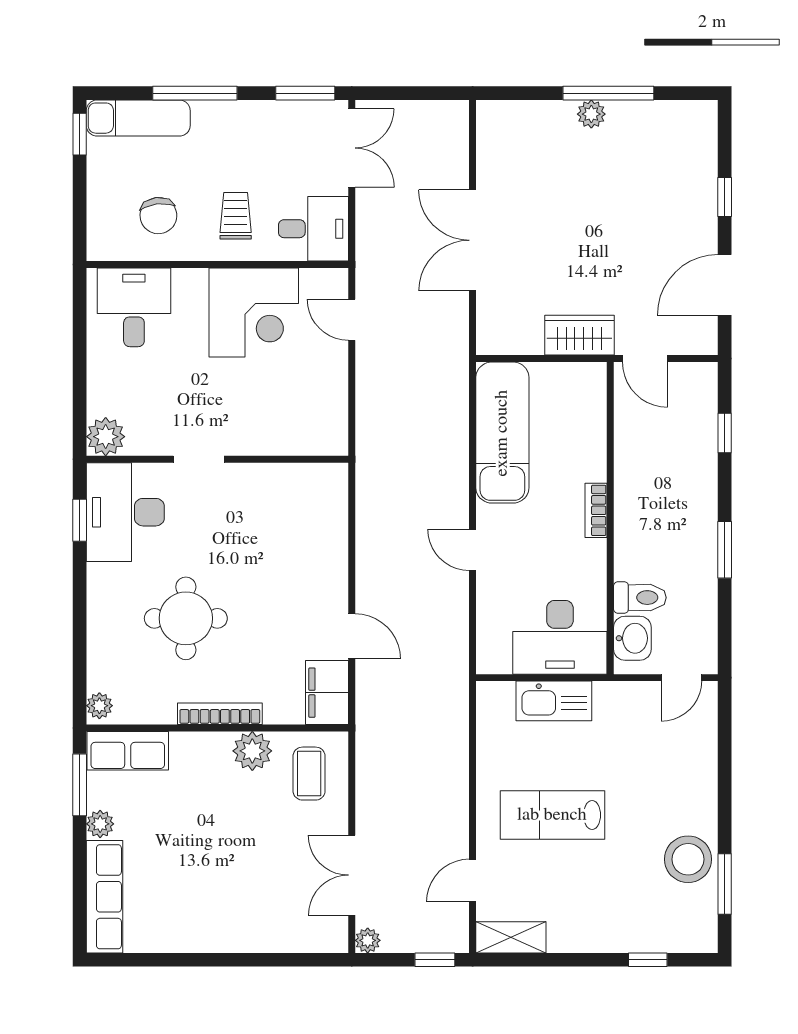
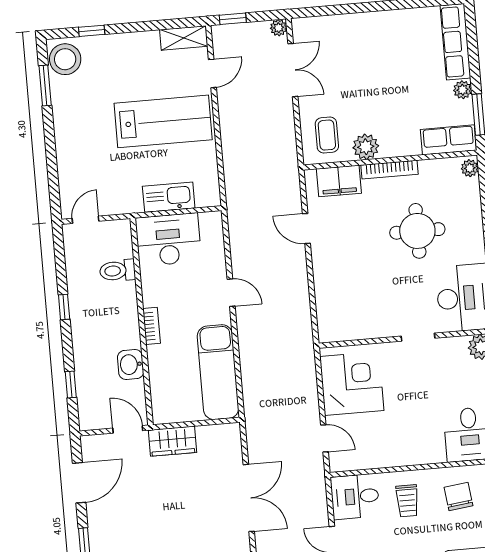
corner desk: (254, 312) -> (352, 384), moved, turned 90
window: (725, 550) -> (64, 307), width x0.67
washbasin: (632, 638) -> (131, 364), moved
filing cabinet: (327, 693) -> (339, 181), moved, turned 90
lab bench: (552, 815) -> (163, 121), width x1.36, depth x1.39
stool: (688, 859) -> (65, 59), moved

